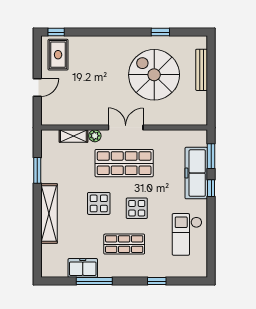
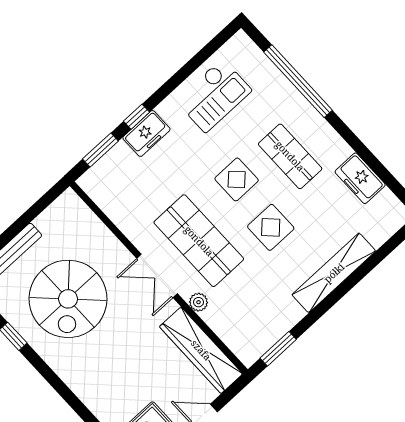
wardrobe: (71, 116) -> (201, 350), added
shelving: (73, 136) -> (221, 326), removed
window: (37, 170) -> (278, 349), moved
freezer: (196, 173) -> (146, 133), width x0.52, depth x0.79
window: (94, 281) -> (363, 152), removed
window: (157, 281) -> (298, 81), width x3.17

